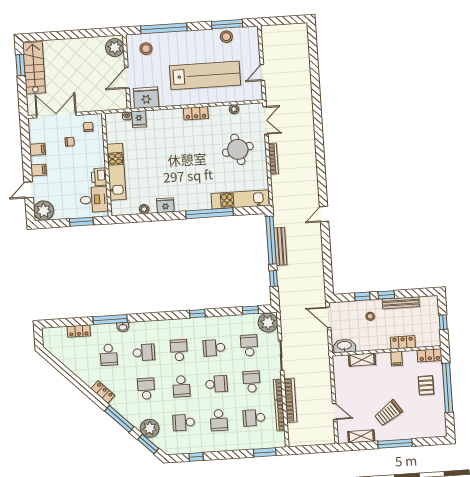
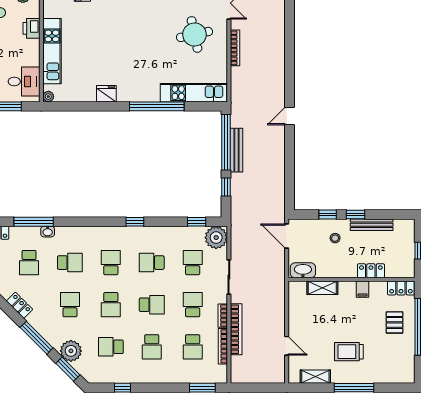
printer: (99, 177) -> (32, 28), moved
plant: (144, 209) -> (48, 96), moved
trolley: (388, 413) -> (349, 352), turned 35
school desk: (254, 418) -> (193, 347), turned -90

